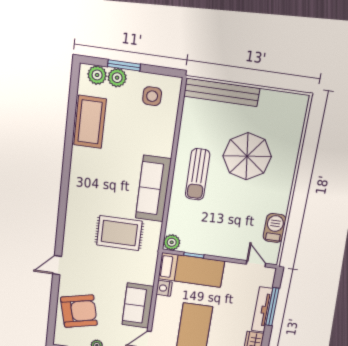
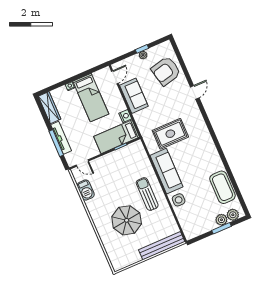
side table: (152, 96) -> (179, 200), moved
plant: (172, 242) -> (138, 146), removed

